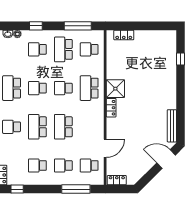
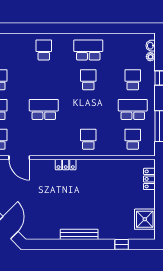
school desk: (63, 88) -> (88, 109), removed
school desk: (89, 88) -> (88, 139), width x0.54
shower: (115, 89) -> (145, 219), moved
bench: (172, 126) -> (79, 234), moved
school desk: (37, 127) -> (44, 80), removed

